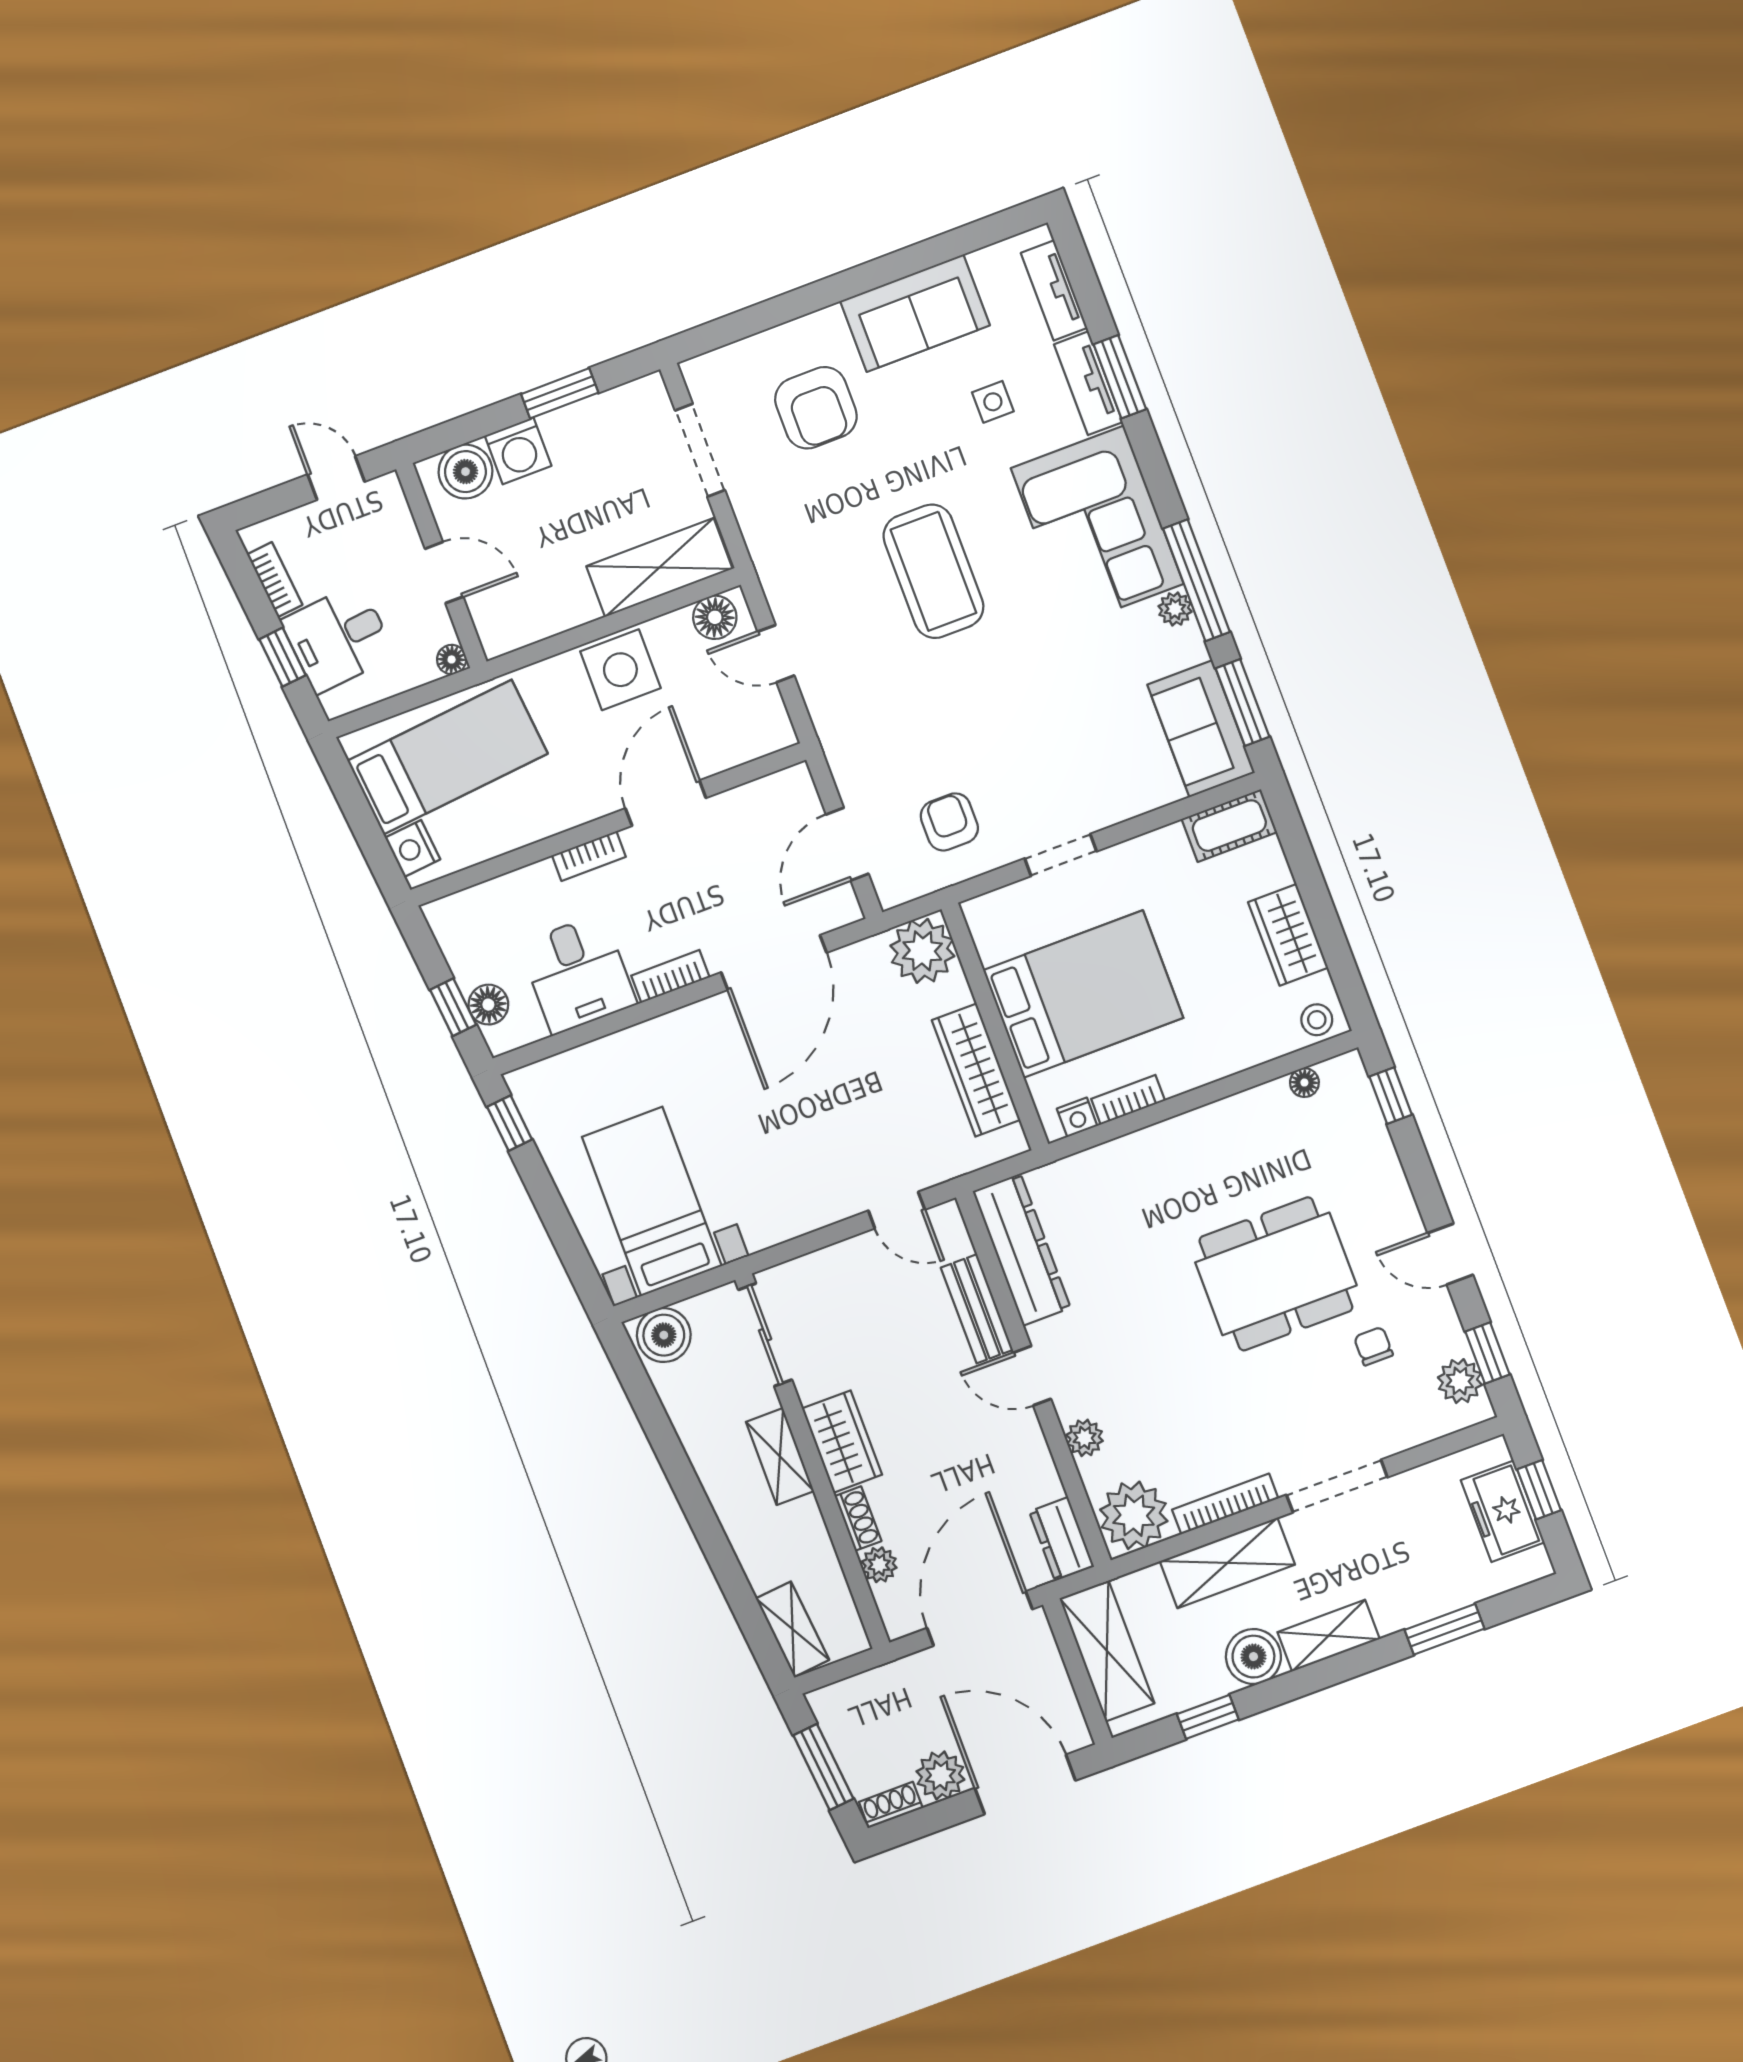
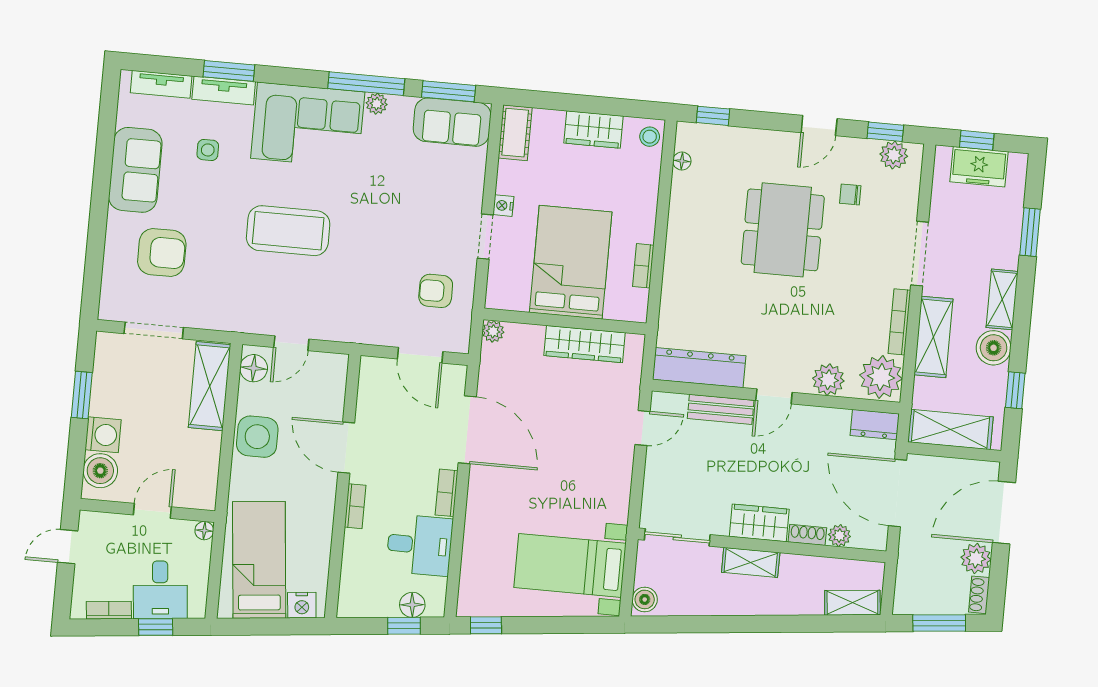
plant: (922, 951) -> (493, 331), width x0.53, depth x0.53
nightstand: (1077, 1117) -> (503, 206), moved, turned 180
boiler: (664, 1335) -> (645, 599), width x0.73, depth x0.73
plant: (1085, 1438) -> (828, 380), width x1.38, depth x1.38

